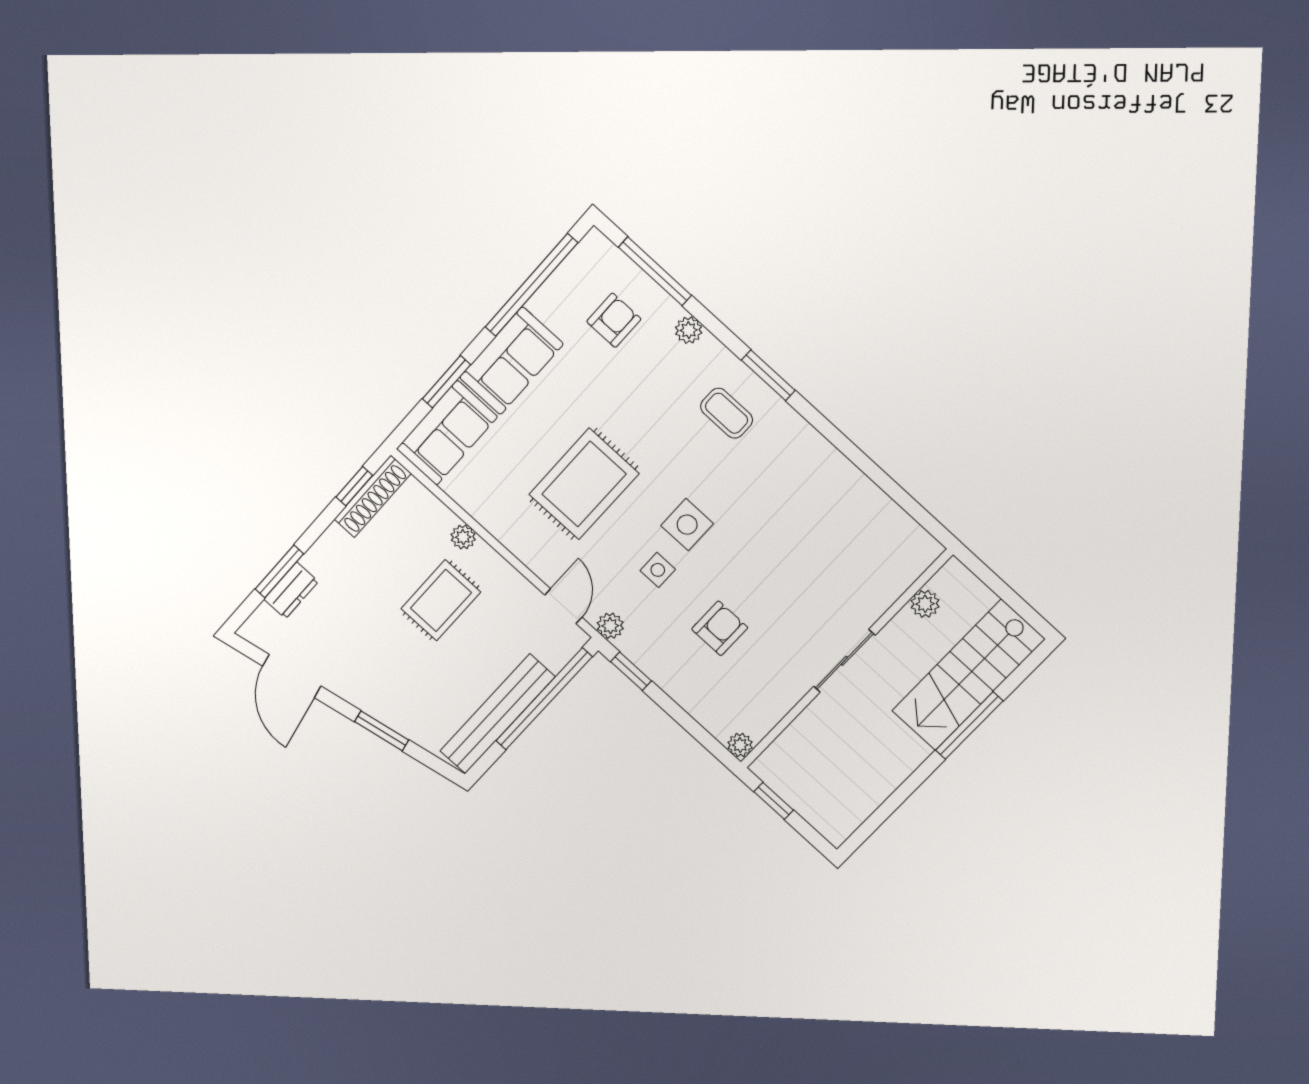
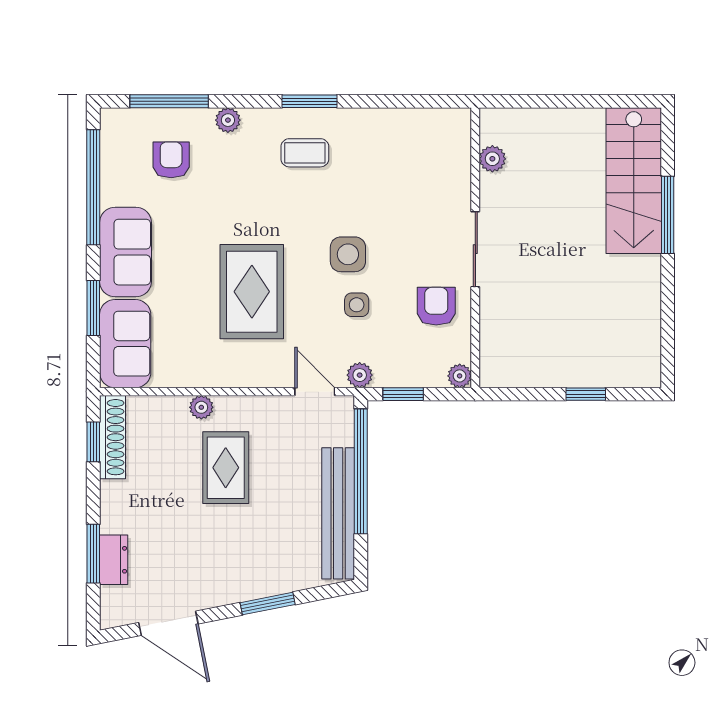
plant: (925, 604) -> (492, 159), moved
wall: (845, 660) -> (475, 248), moved
sliding door: (844, 661) -> (475, 249), moved
plant: (740, 745) -> (460, 376), moved

